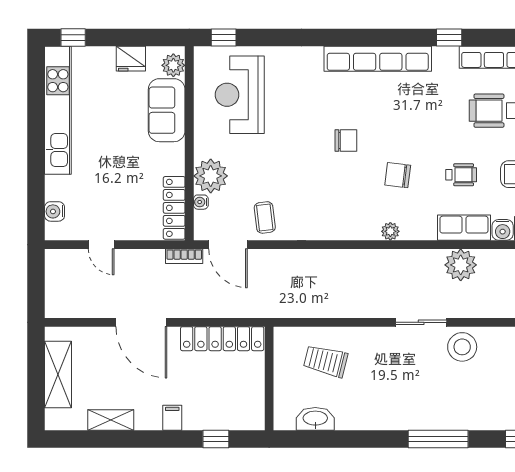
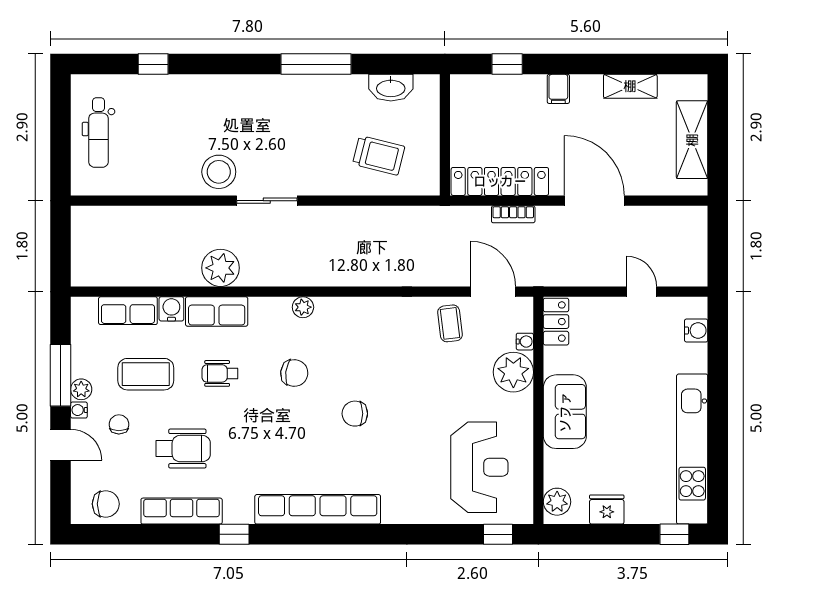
sofa: (167, 110) -> (565, 412), moved
locker: (174, 208) -> (556, 322), width x0.66
bookcase: (184, 256) -> (513, 214), moved, turned 180
window: (438, 439) -> (316, 64), moved

